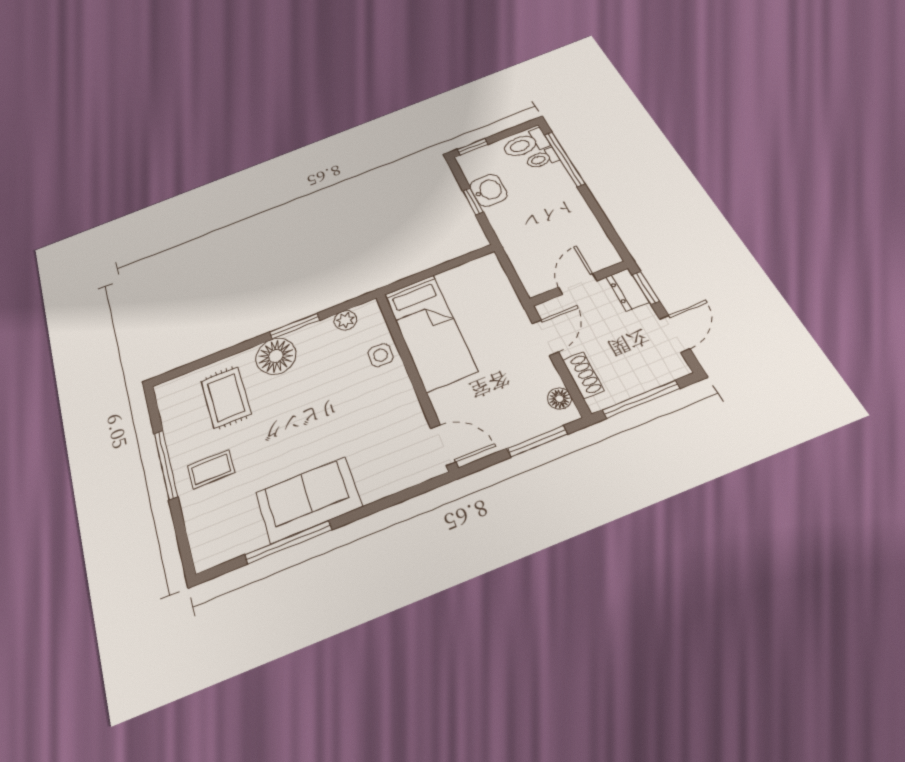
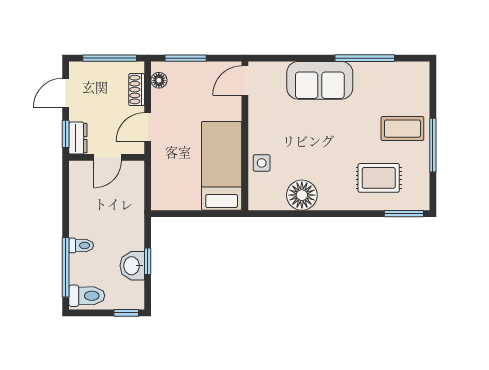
toilet: (542, 159) -> (81, 245), moved
plant: (345, 320) -> (276, 202), removed
window: (295, 326) -> (404, 214), moved
floor lamp: (276, 356) -> (302, 195), moved
rug: (226, 397) -> (379, 178), turned 90
door: (443, 445) -> (245, 81), hinge flipped
coffee table: (211, 469) -> (402, 129), width x1.36, depth x1.30
sofa: (309, 500) -> (320, 80), moved

